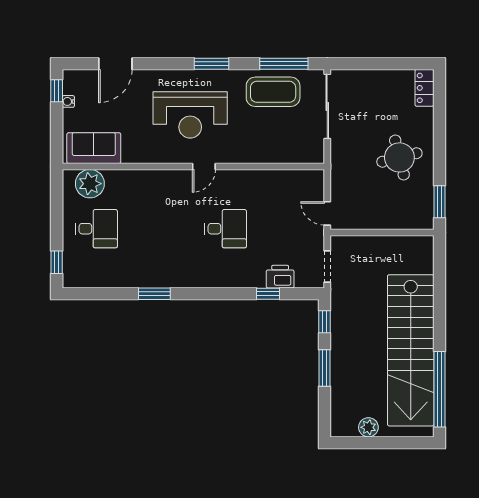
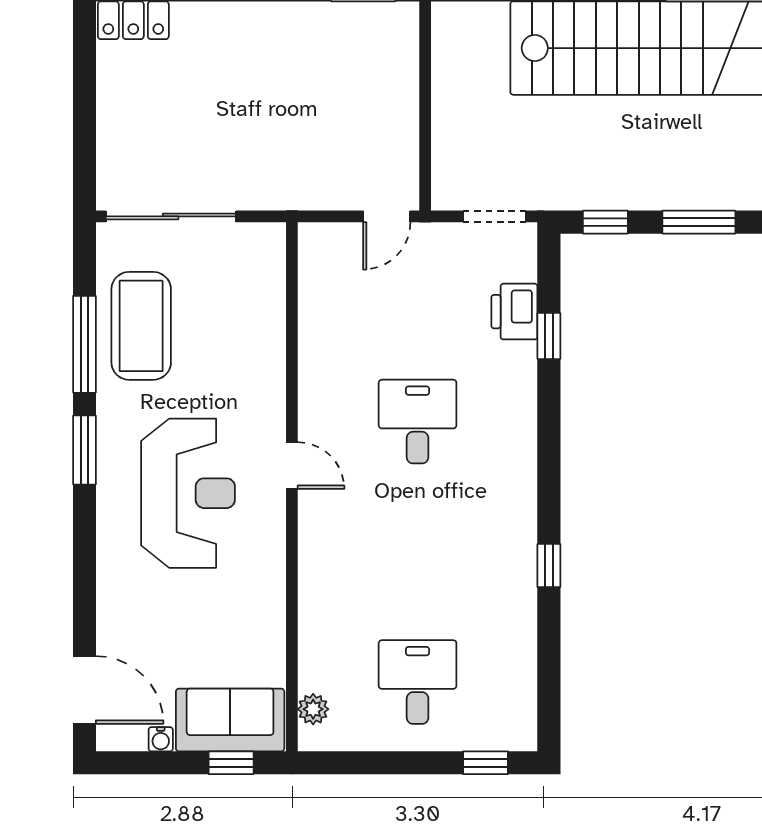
door: (115, 64) -> (84, 690), moved
window: (284, 64) -> (84, 344), moved
window: (57, 91) -> (231, 763), moved
sofa: (94, 148) -> (230, 720), moved, turned 90
round table: (399, 157) -> (274, 71), removed
plant: (90, 184) -> (313, 709), width x0.53, depth x0.53
window: (154, 294) -> (549, 566), width x0.67

